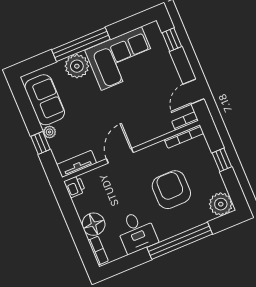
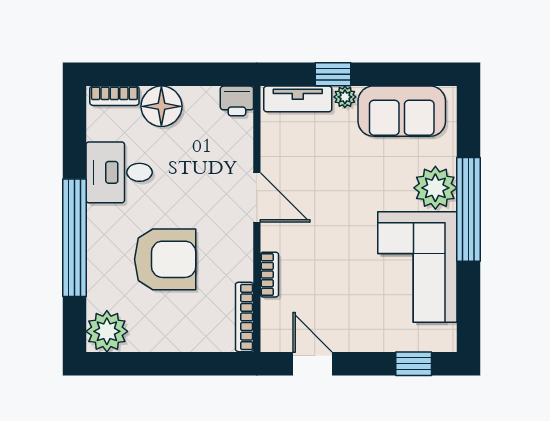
bookcase: (185, 121) -> (269, 275), moved
window: (222, 160) -> (180, 364), removed
tv unit: (77, 164) -> (298, 99), moved, turned 90

